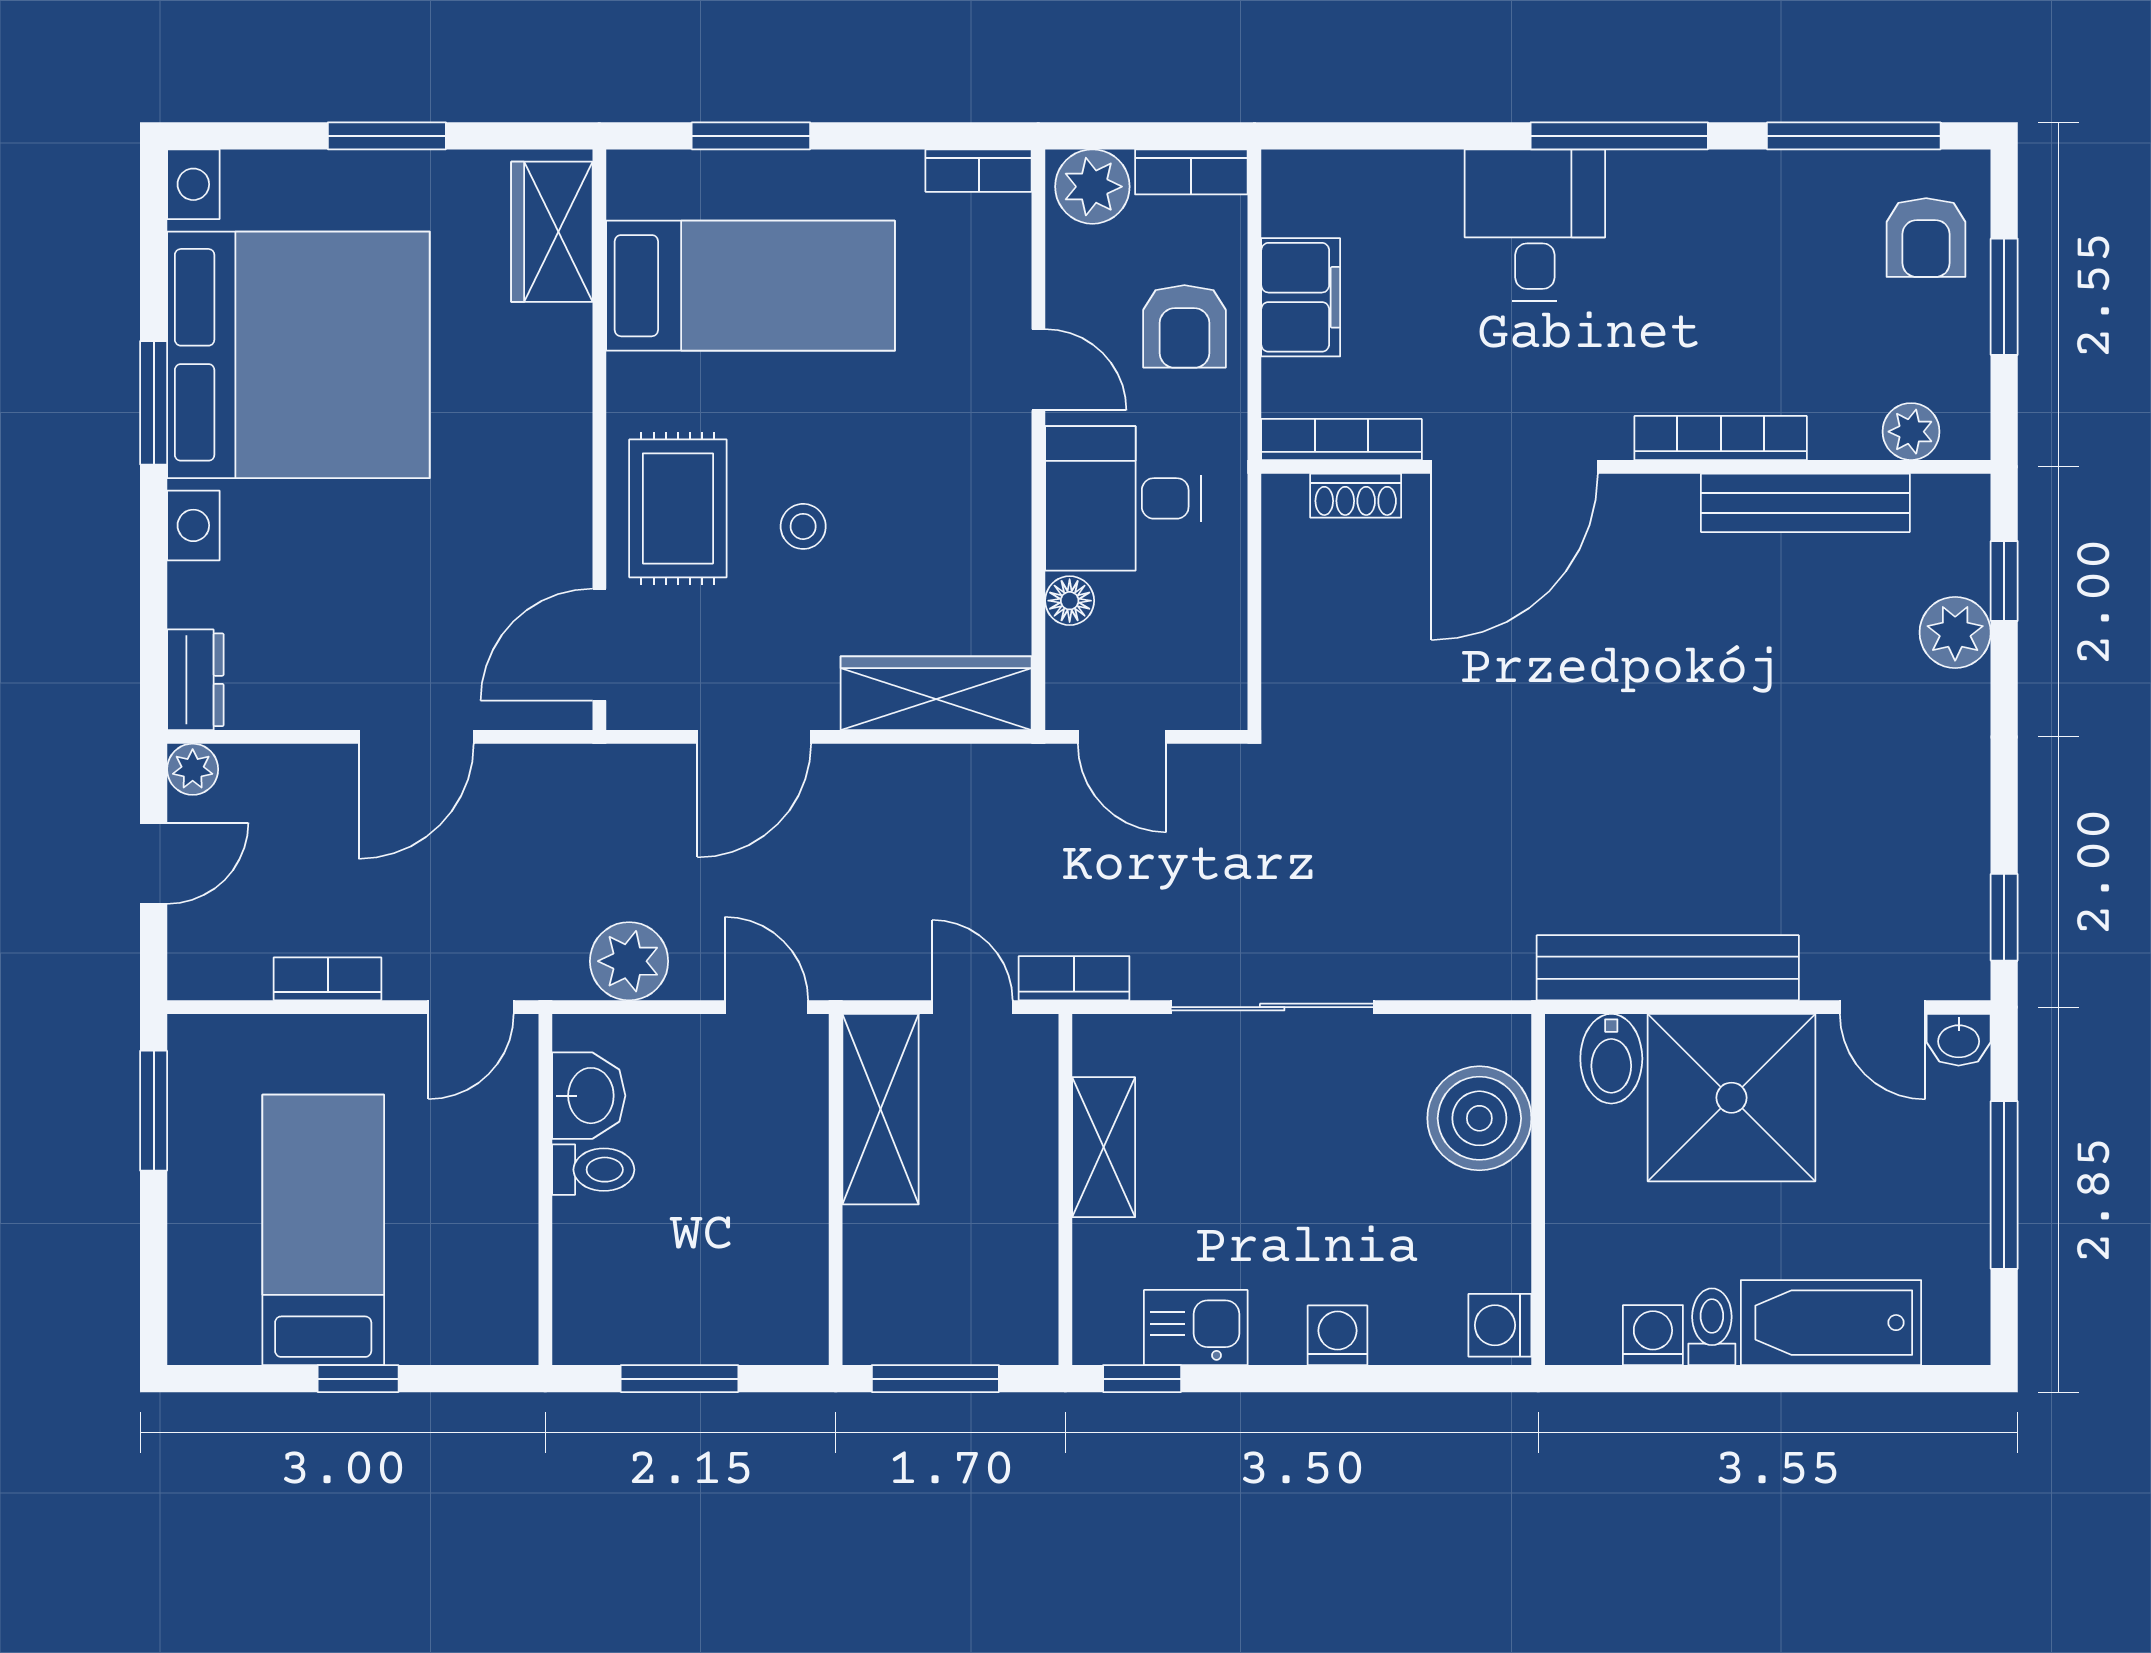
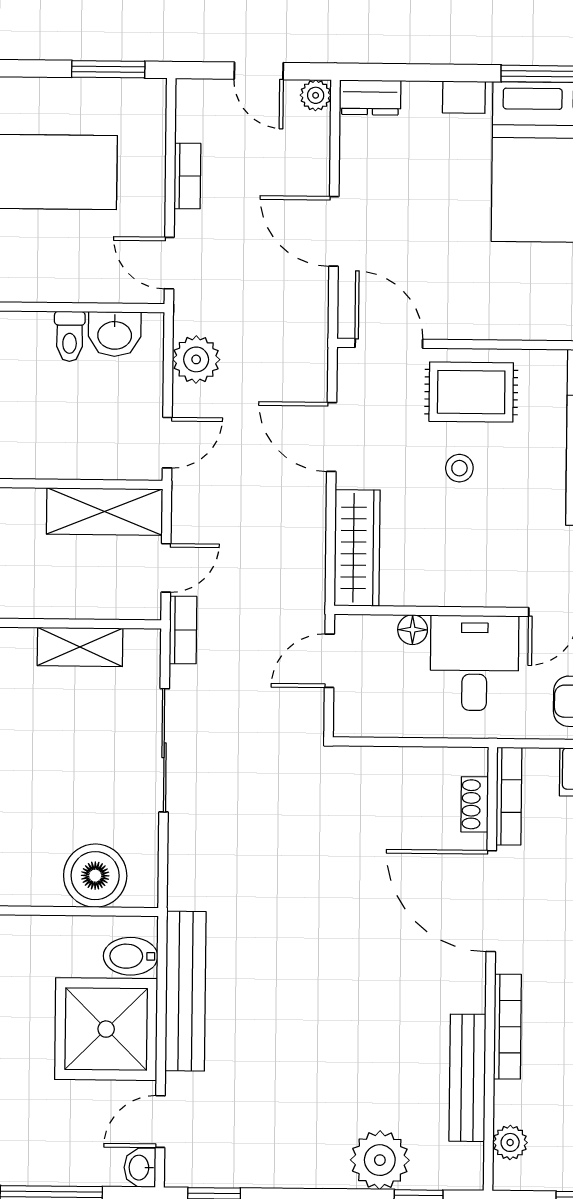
plant: (1955, 632) -> (380, 1160), width x1.36, depth x1.36

